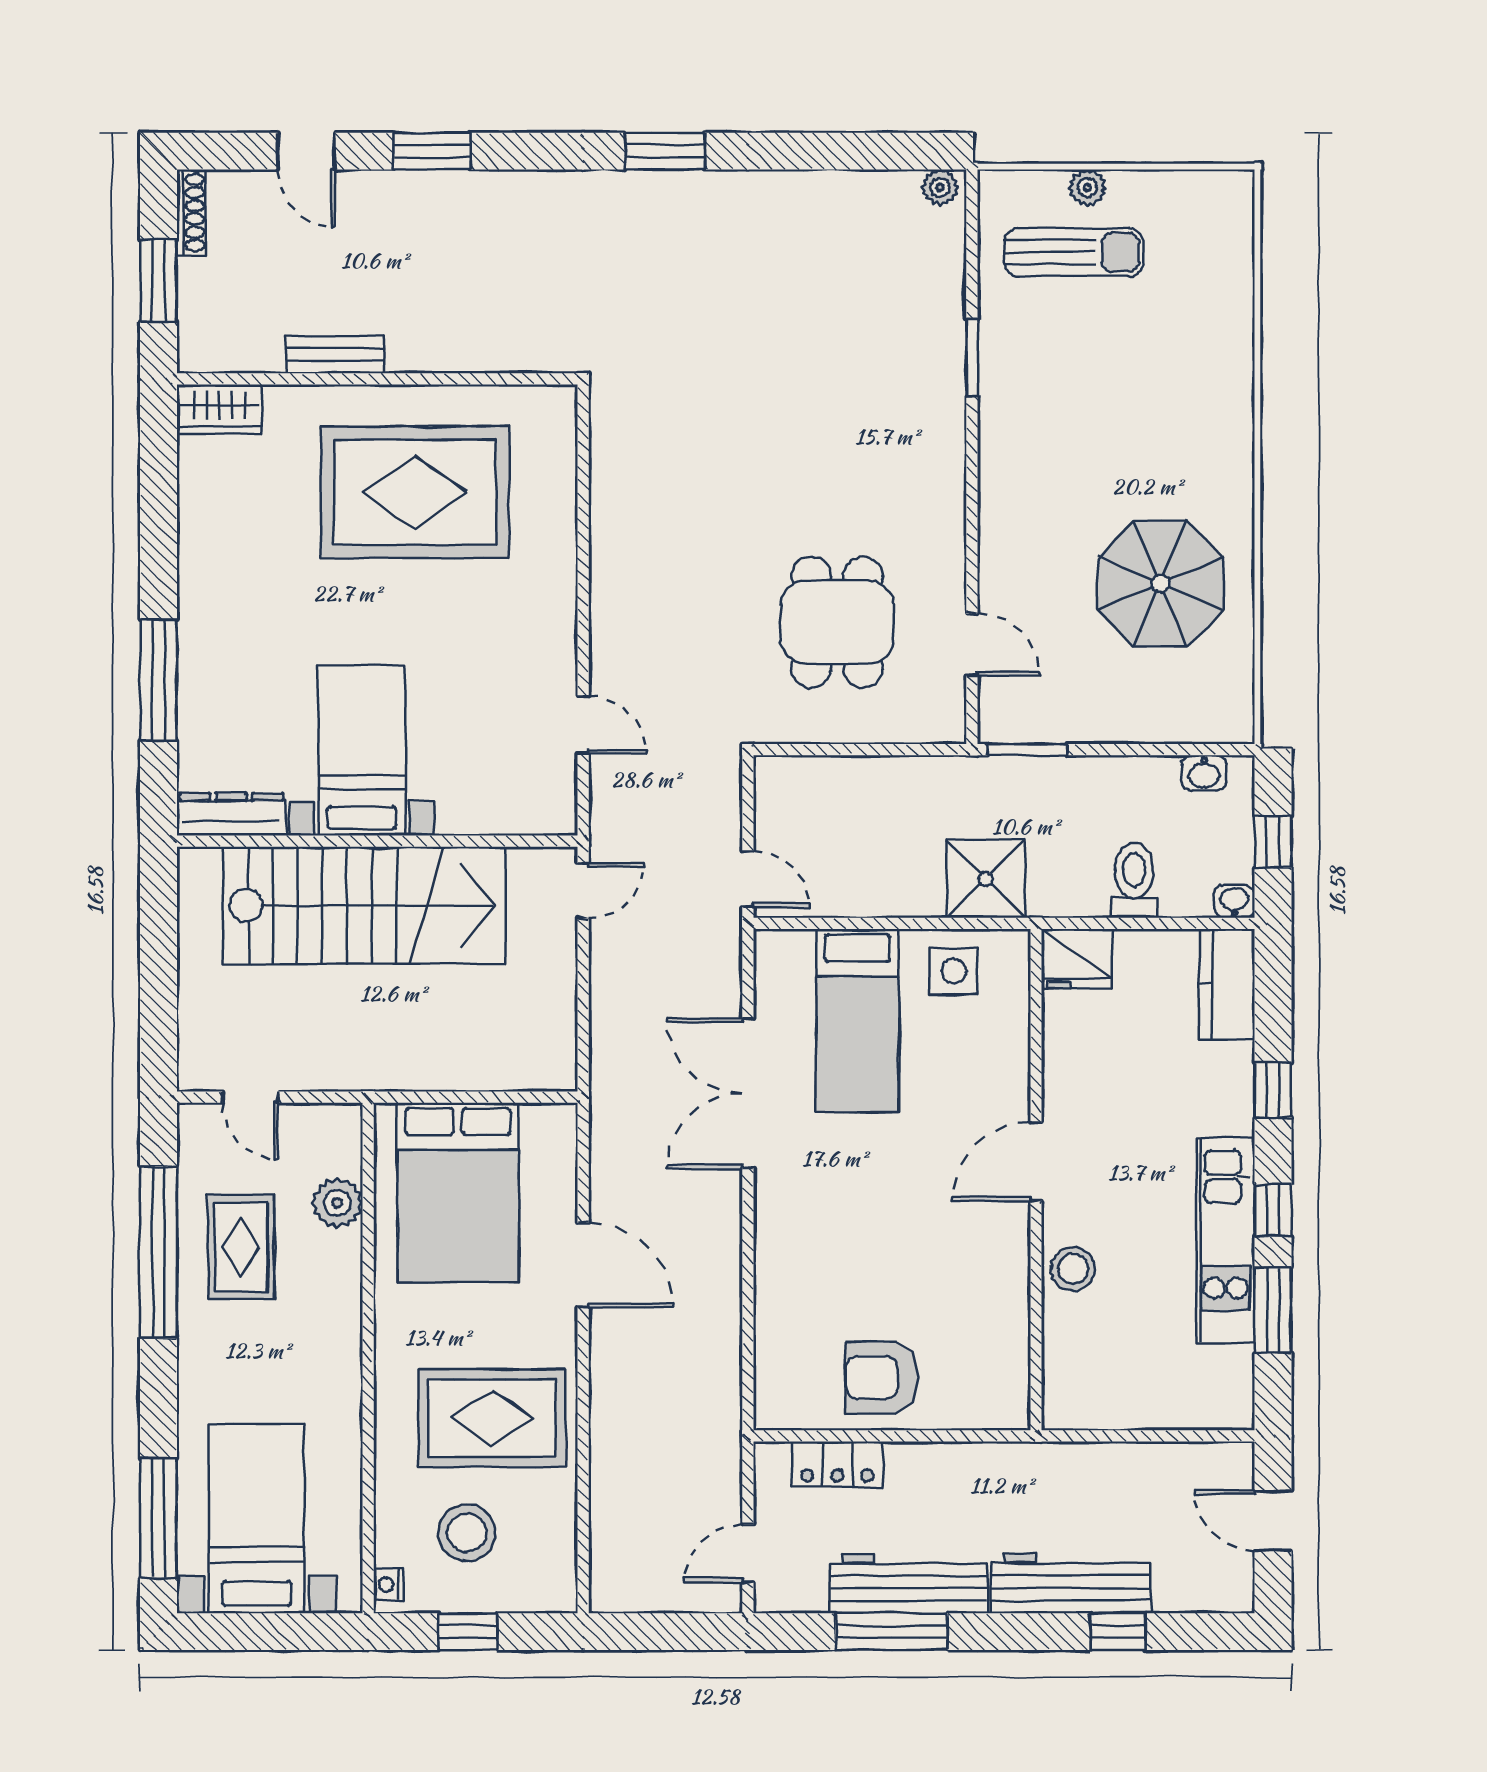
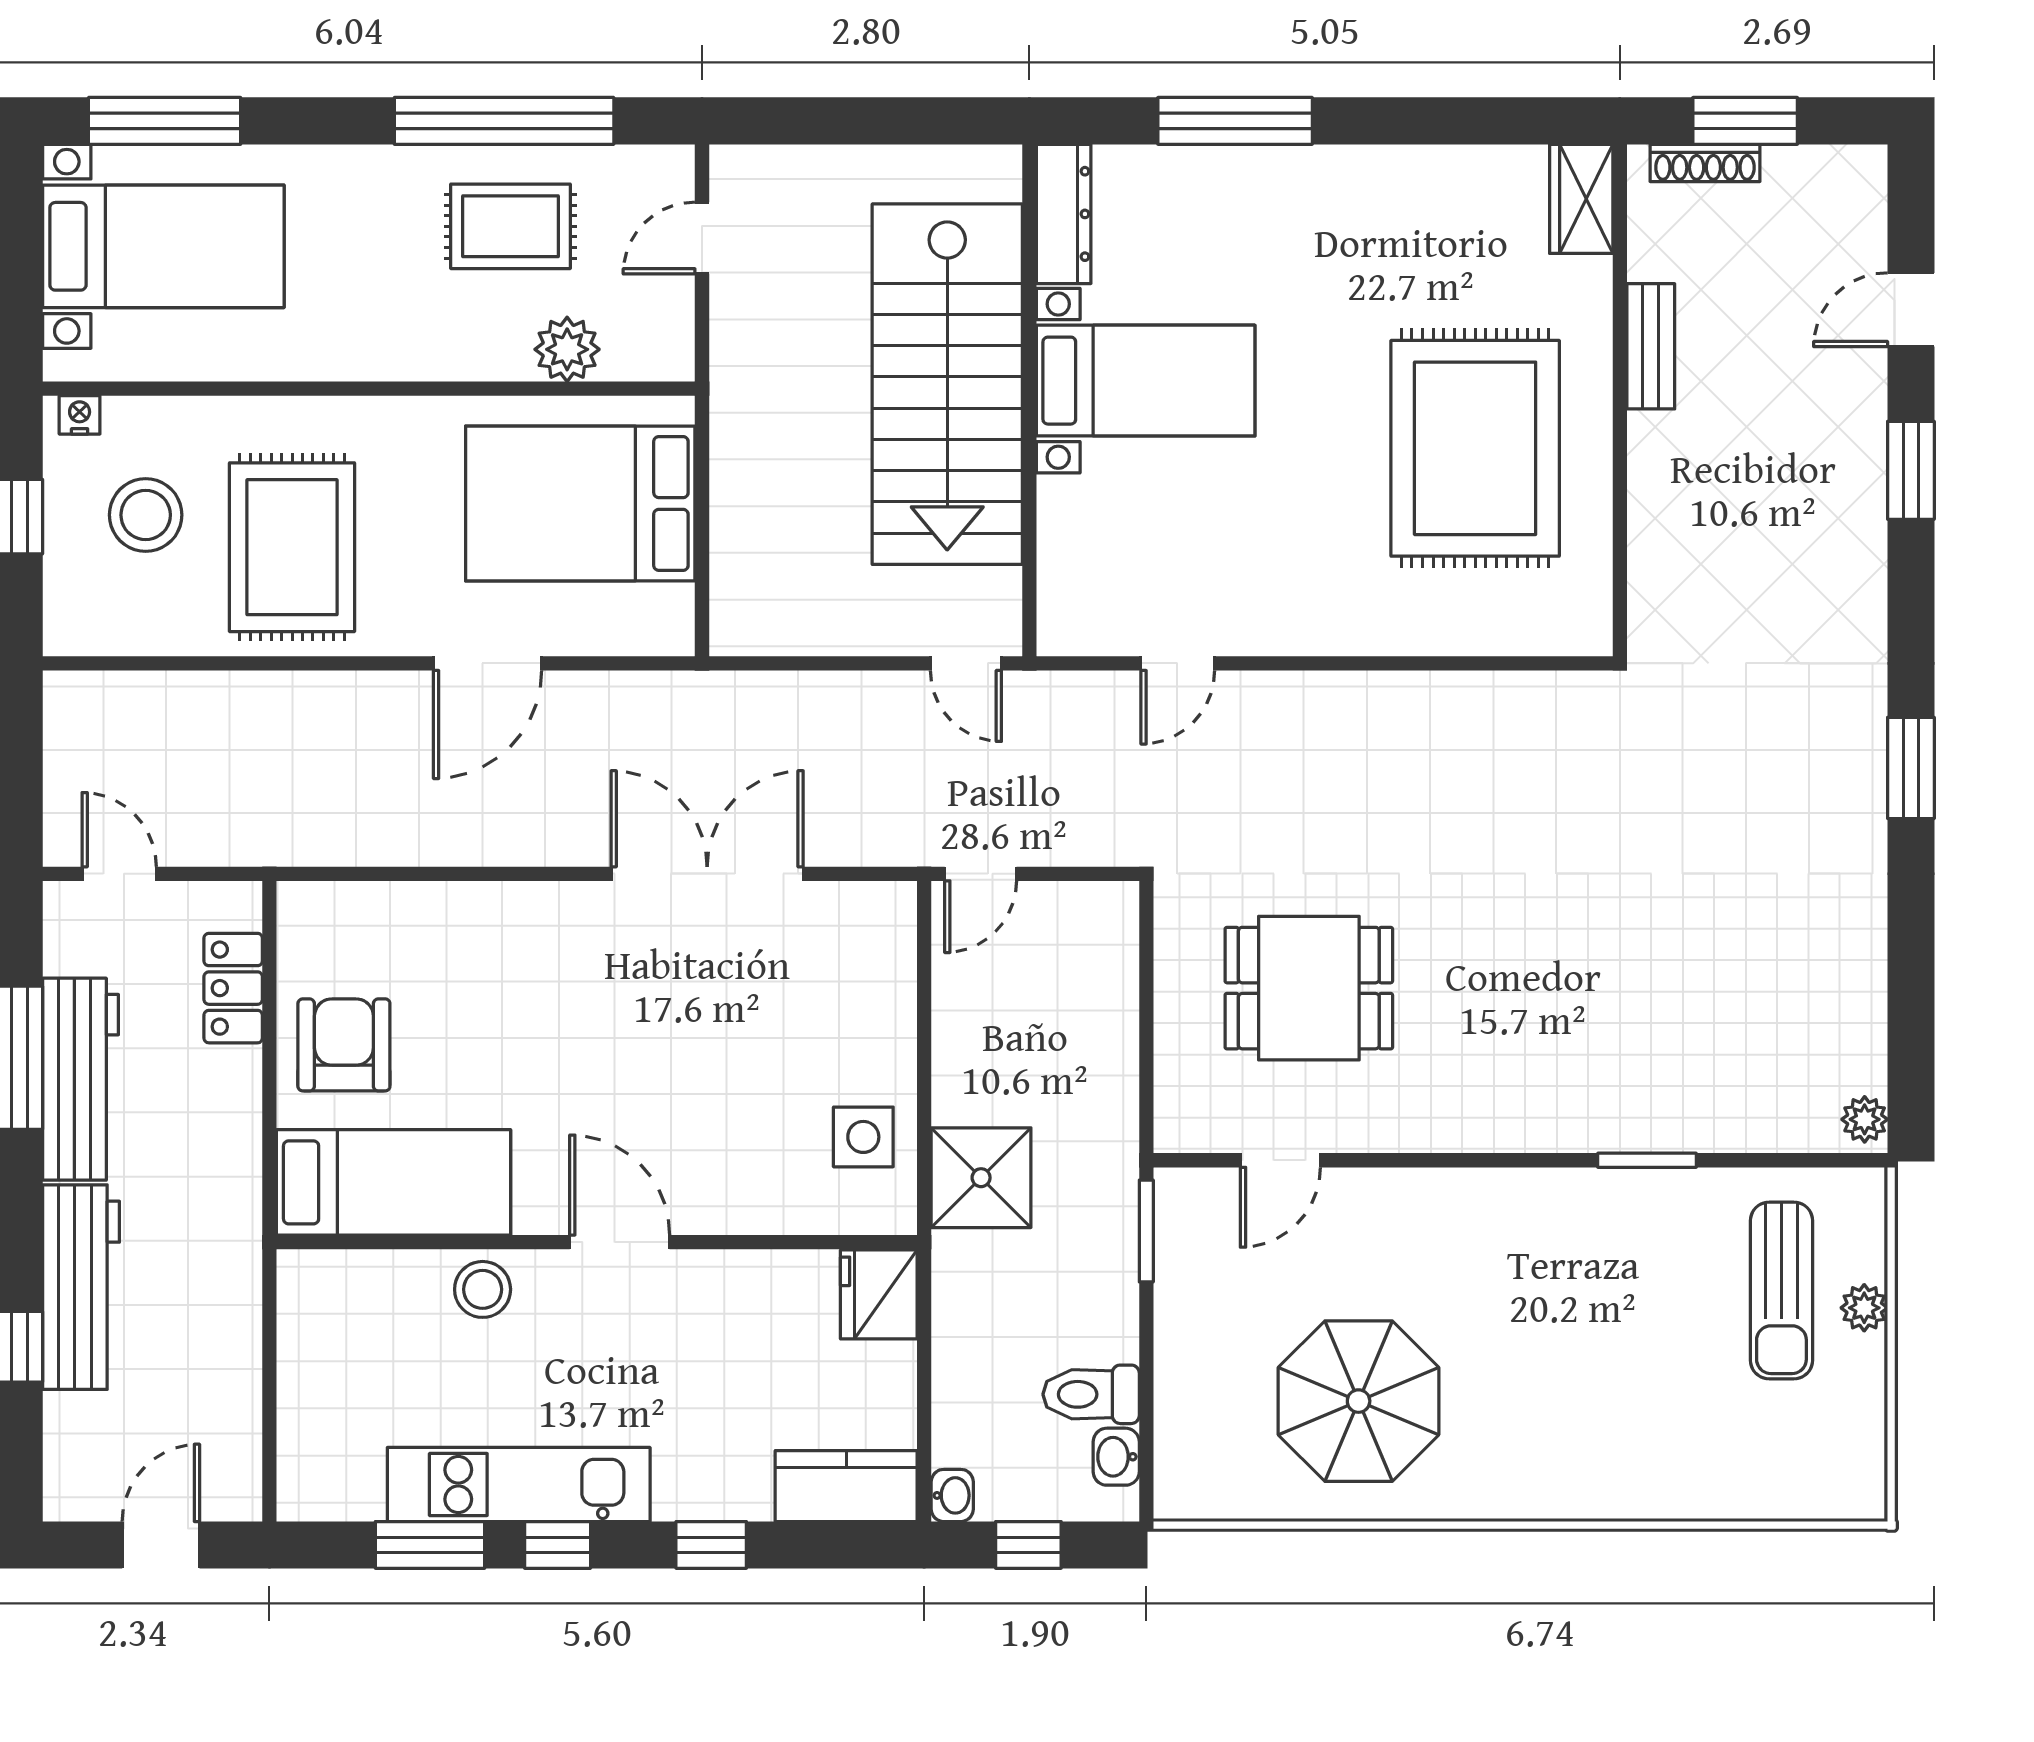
shoe rack: (191, 212) -> (1705, 163), moved
toilet: (1134, 880) -> (1091, 1394), moved, turned 180
bed: (857, 1020) -> (393, 1182), moved, turned 180

